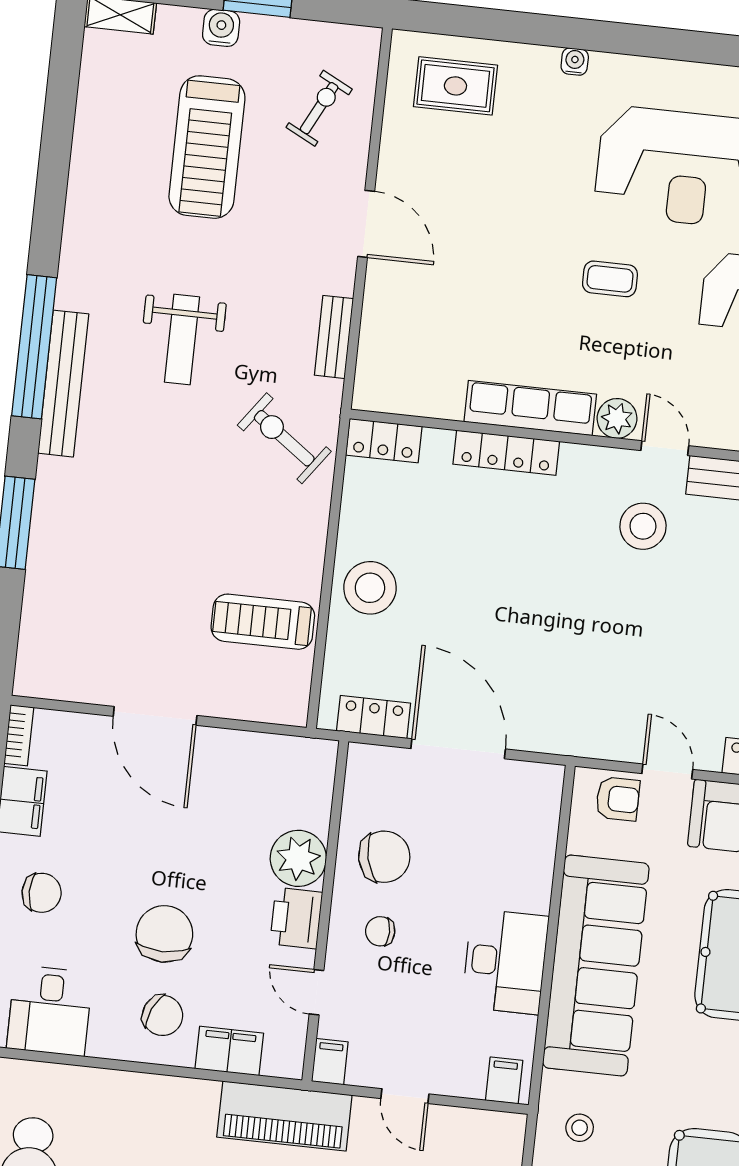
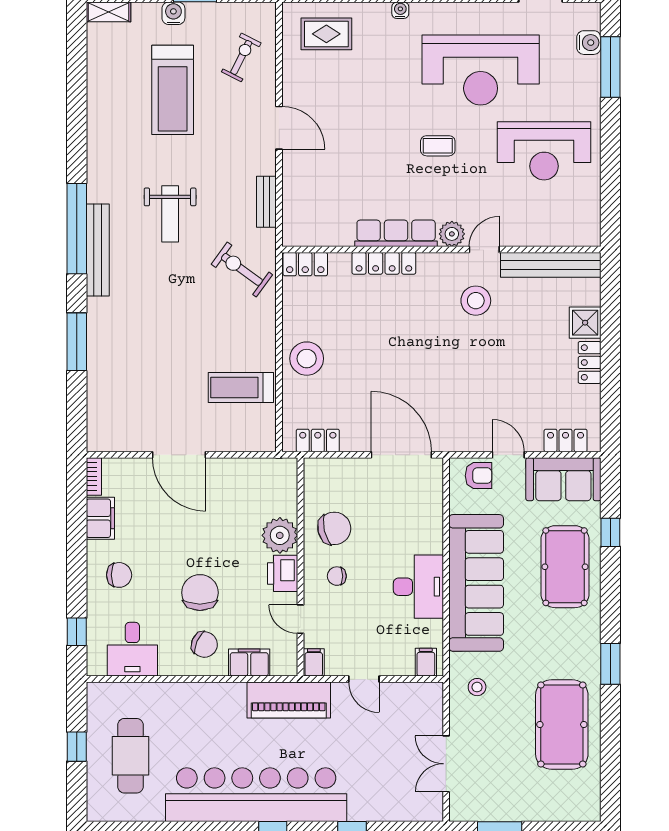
door: (665, 448) -> (484, 250), hinge flipped
door: (458, 749) -> (401, 455), moved

